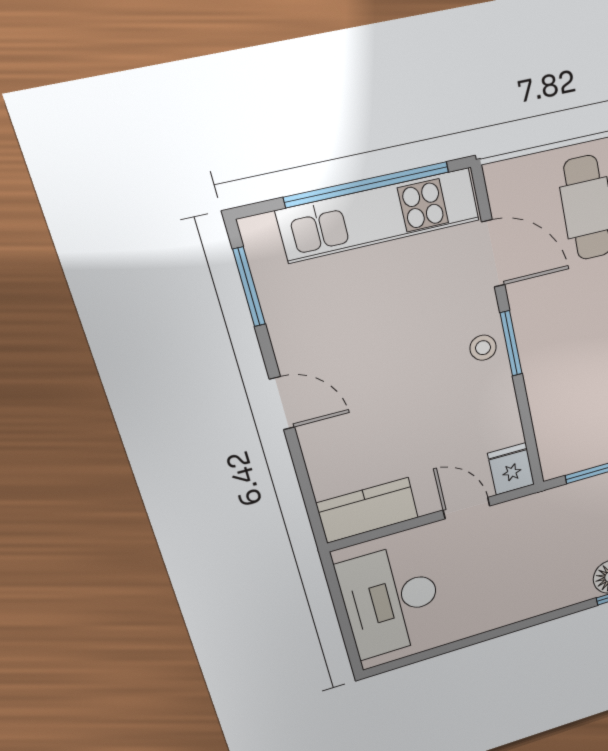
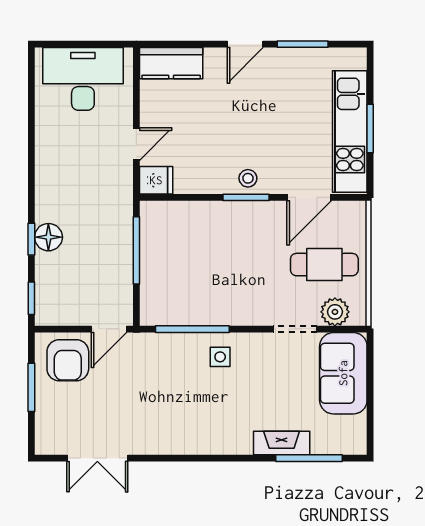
window: (367, 184) -> (370, 128), width x0.47
window: (249, 287) -> (303, 44), moved
kitchen counter: (368, 510) -> (171, 63), moved, turned 90

